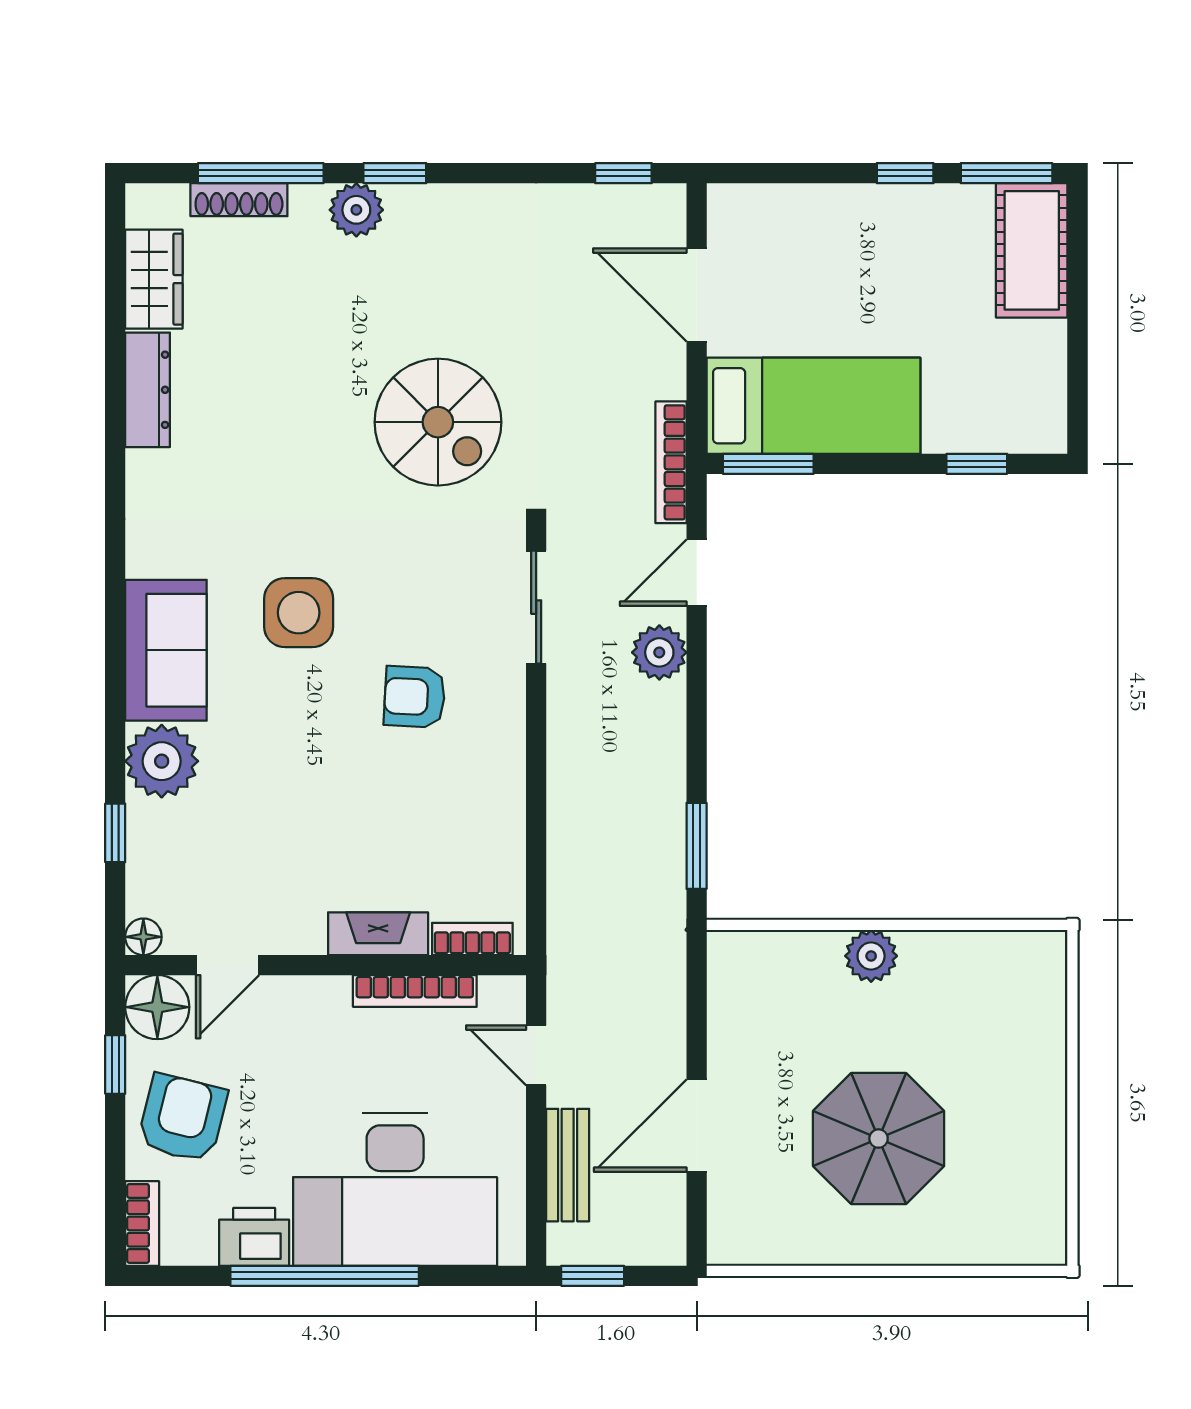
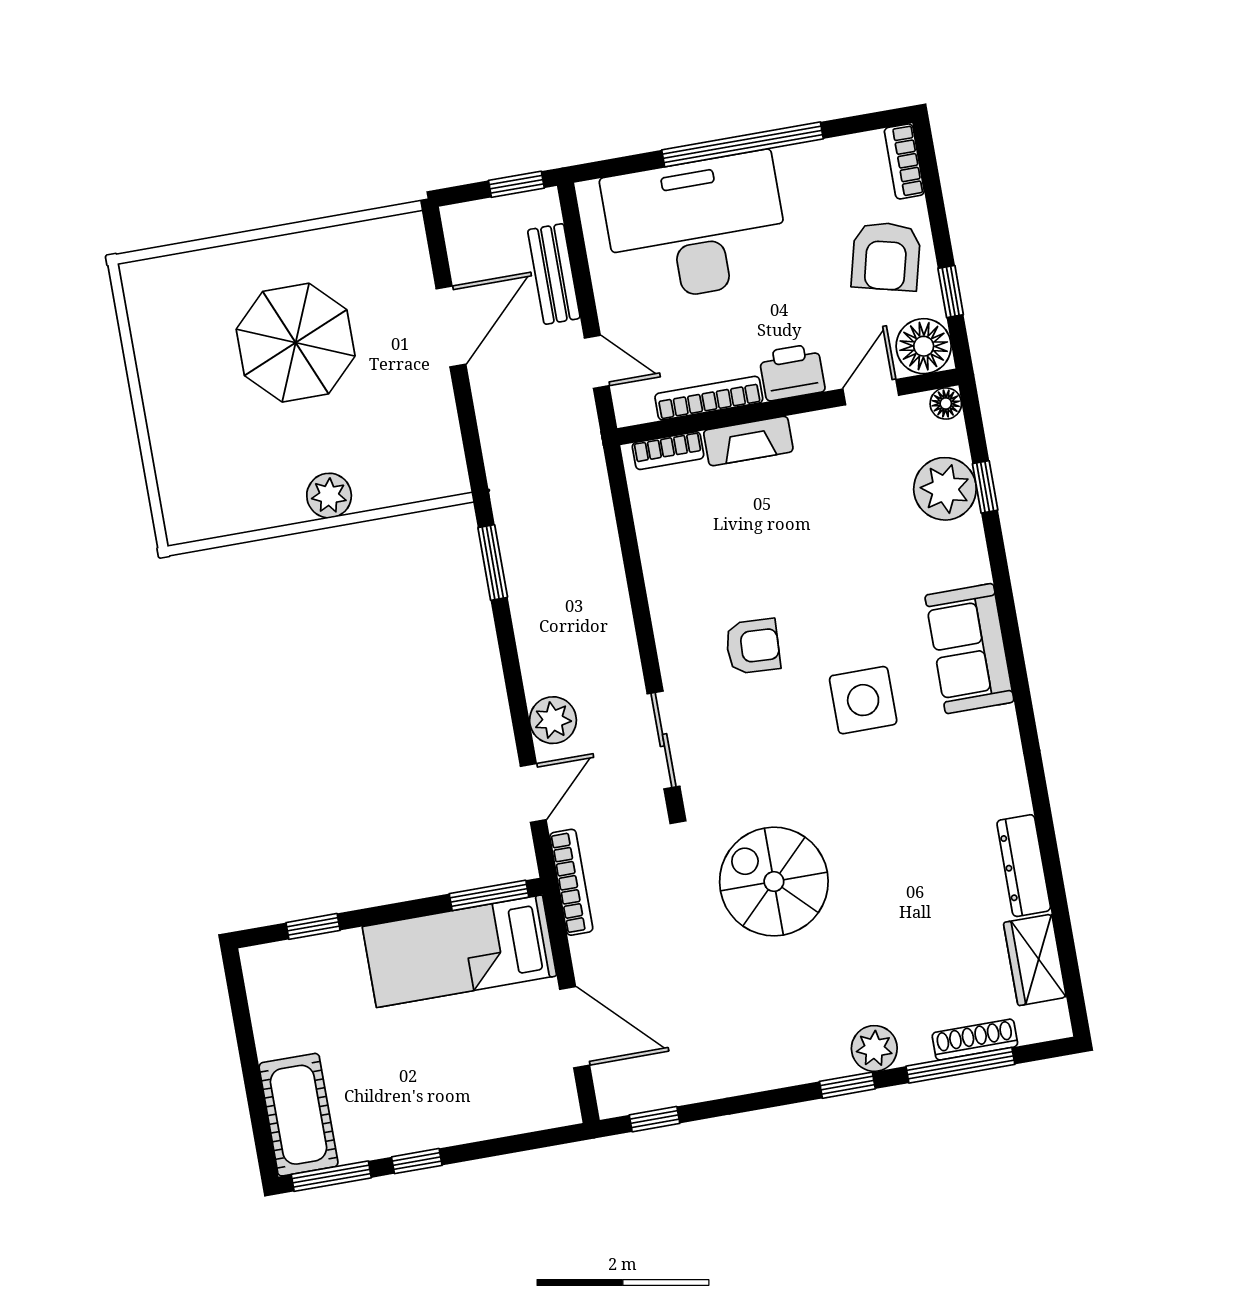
plant: (162, 761) -> (945, 489), moved
printer: (254, 1237) -> (792, 372), moved, turned 180

